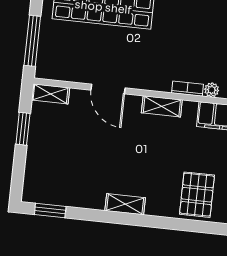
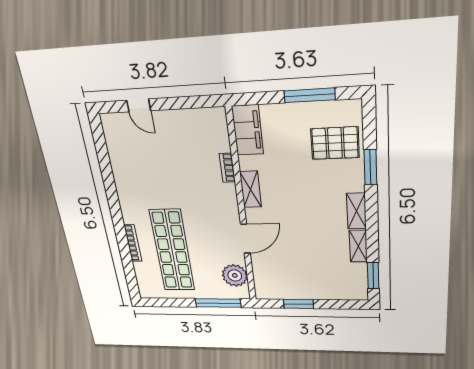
plant: (212, 90) -> (235, 275), moved, width x1.88, depth x1.88
shelving: (51, 94) -> (358, 246), moved
window: (168, 223) -> (370, 167), added

